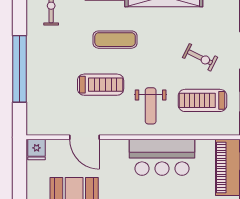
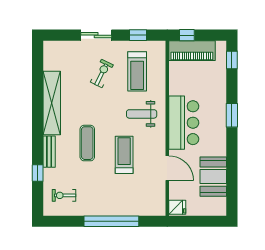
weight bench: (151, 106) -> (142, 114), turned 180
door: (85, 137) -> (167, 168), hinge flipped
bar counter: (162, 157) -> (184, 123), moved

